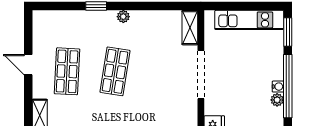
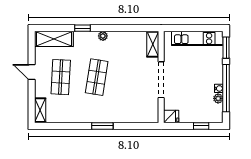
shelving: (58, 20) -> (54, 39), added

